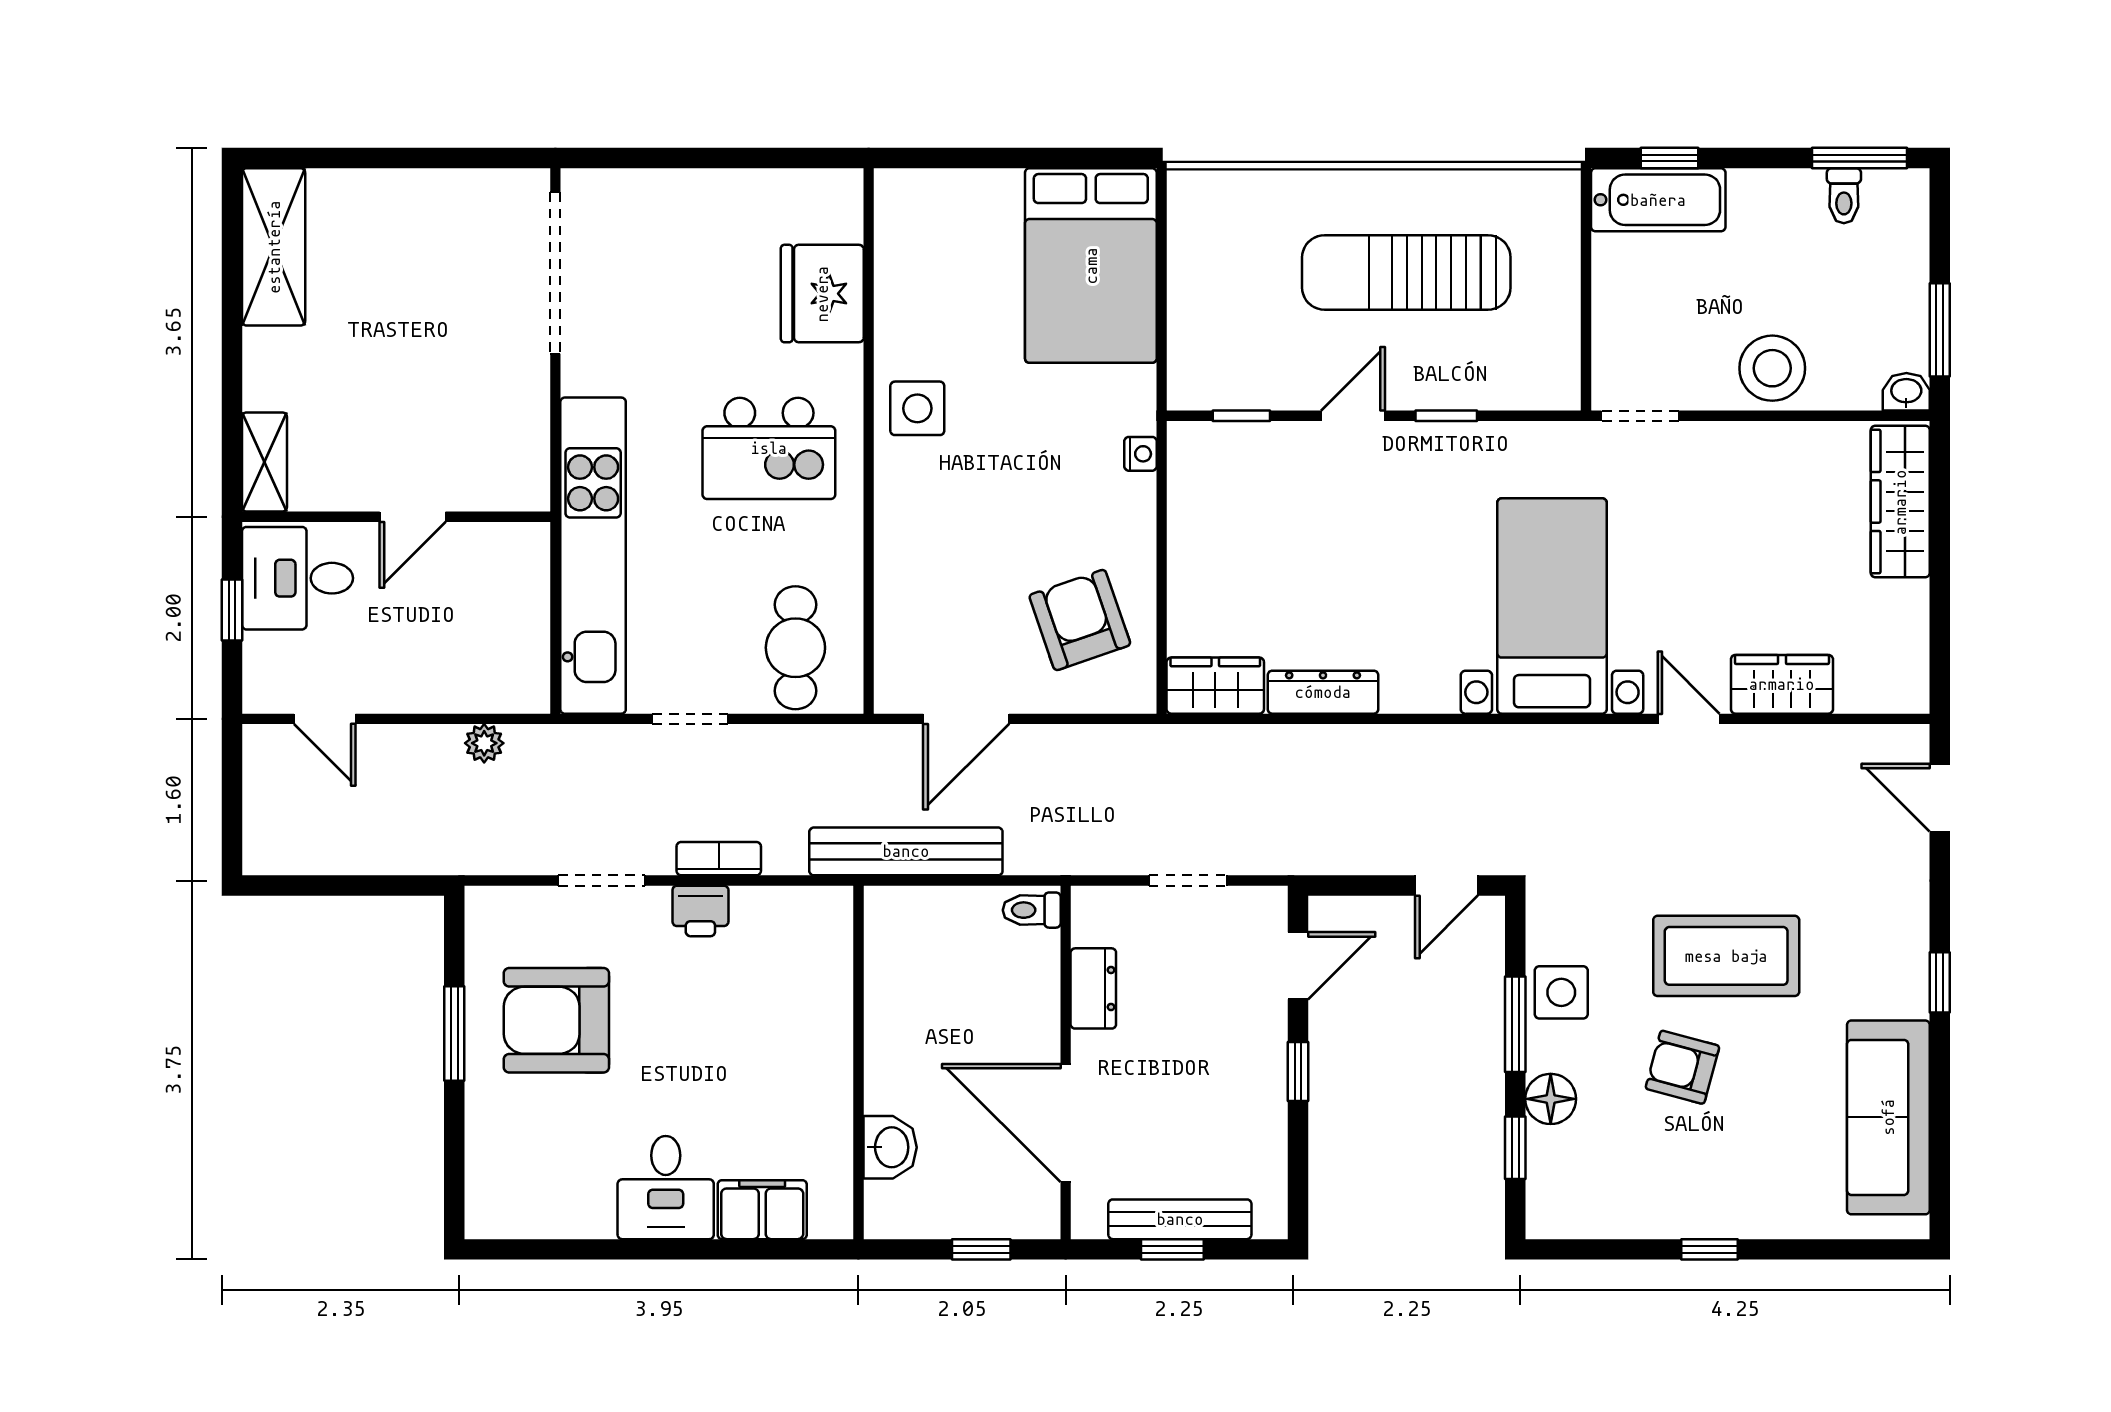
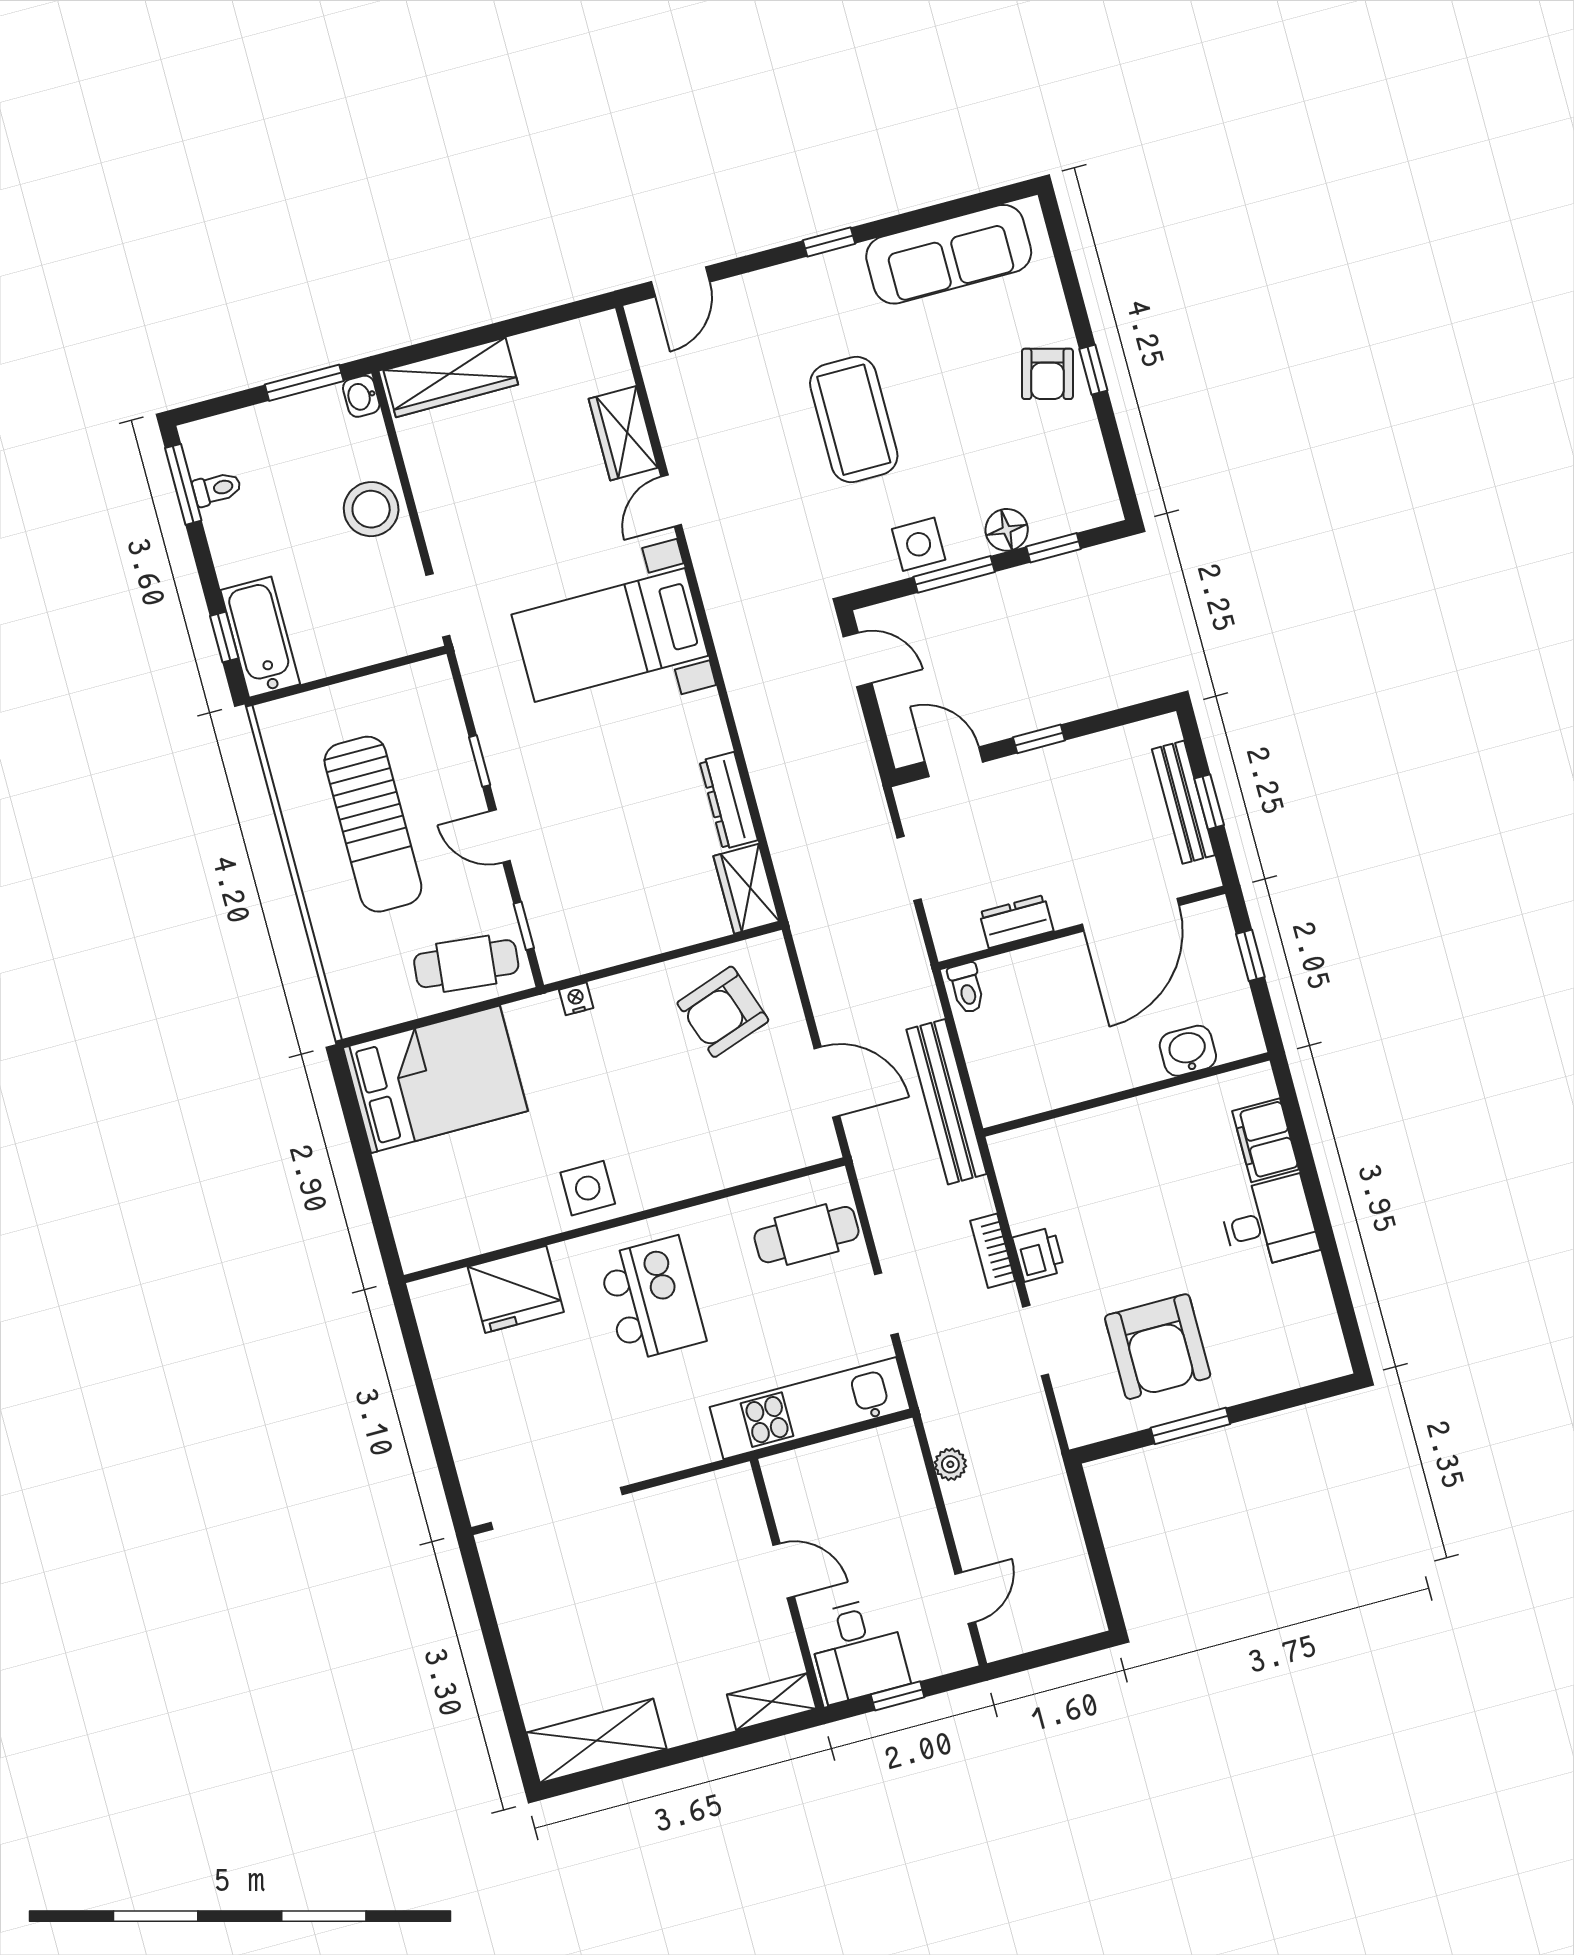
cafe table: (1215, 337) -> (466, 964), added
kitchen unit: (593, 556) -> (810, 1408), width x0.73
armchair: (1682, 1067) -> (1047, 374), moved

